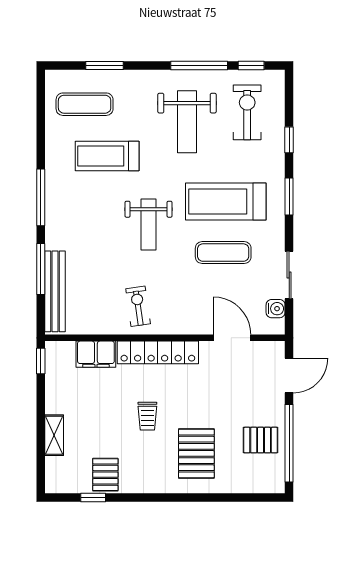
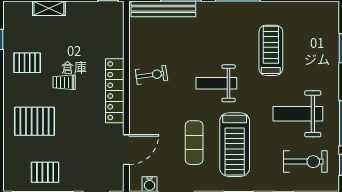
exercise mat: (85, 104) -> (312, 32), removed
treadmill: (226, 202) -> (235, 145), turned 180
filing cabinet: (96, 354) -> (113, 41), removed
pallet: (261, 440) -> (45, 172), turned 90
pallet: (105, 475) -> (27, 63), moved

